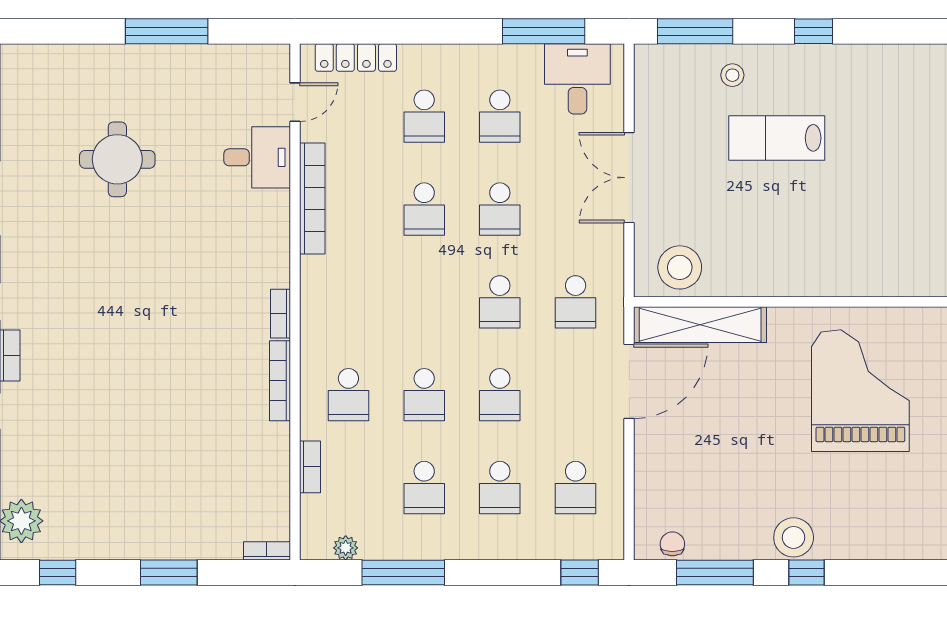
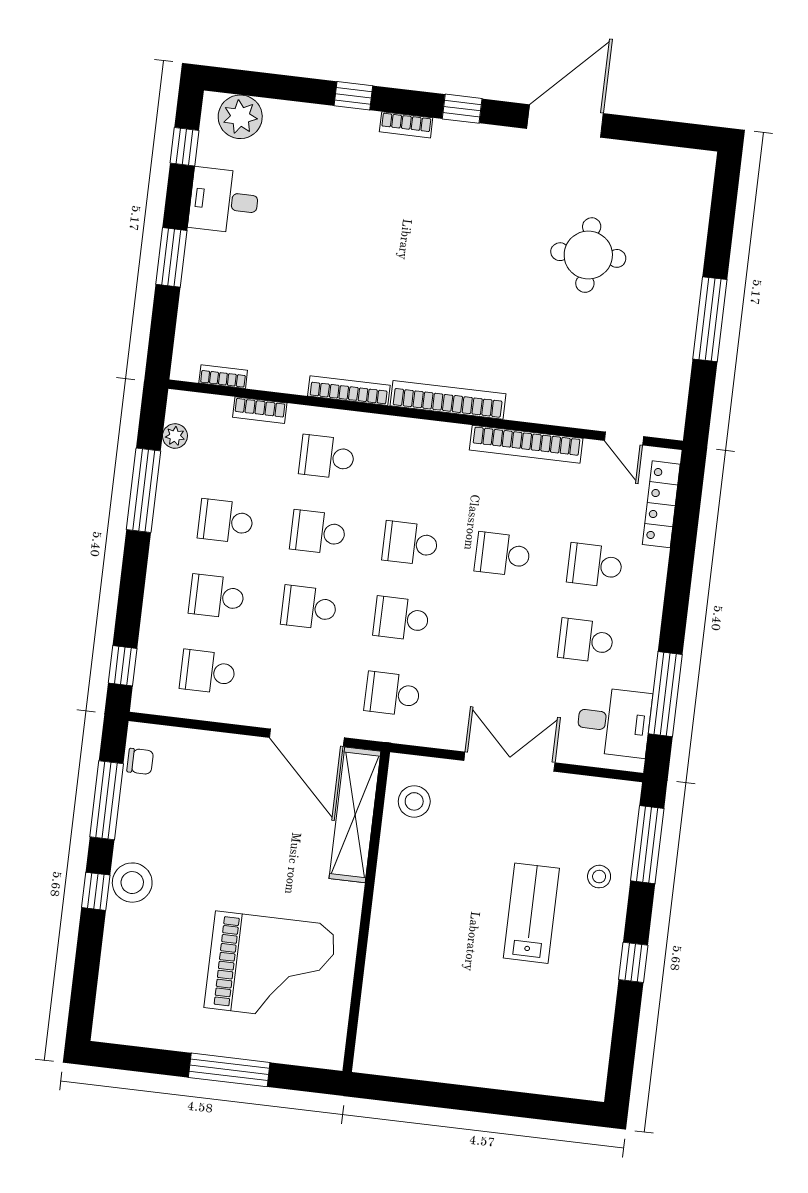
desk: (257, 157) -> (224, 201), moved, turned 90
school desk: (500, 209) -> (410, 543), moved
stool: (680, 267) -> (414, 801), width x0.73, depth x0.73
bookcase: (280, 314) -> (448, 400), width x2.31, depth x1.31
bookcase: (267, 551) -> (223, 377), moved, turned -90

